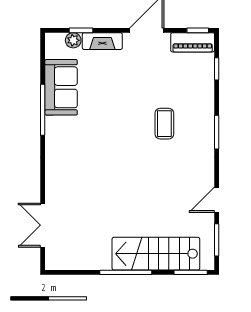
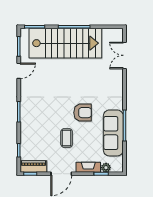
sofa: (61, 87) -> (113, 133), width x1.36
coffee table: (164, 124) -> (67, 138), moved
armchair: (112, 131) -> (83, 113), added
double door: (43, 225) -> (124, 55), swing flipped
stairs: (156, 254) -> (65, 43), width x1.36, depth x1.51

